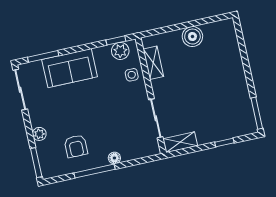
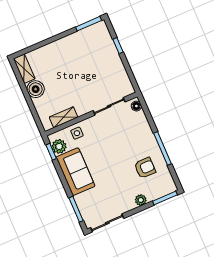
sofa: (70, 68) -> (75, 172), moved
shelving: (180, 142) -> (24, 69), moved
floor lamp: (114, 158) -> (136, 106), moved

